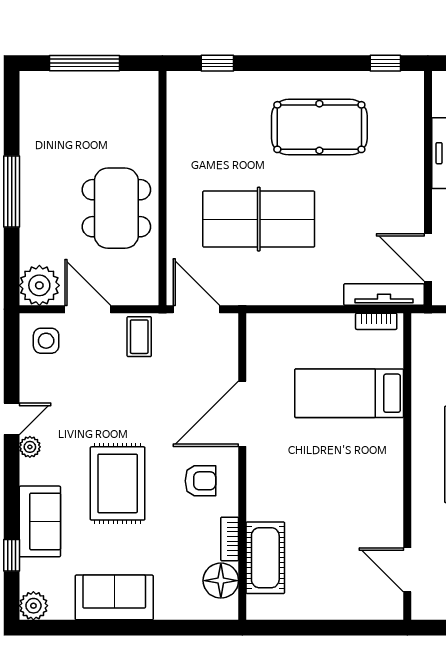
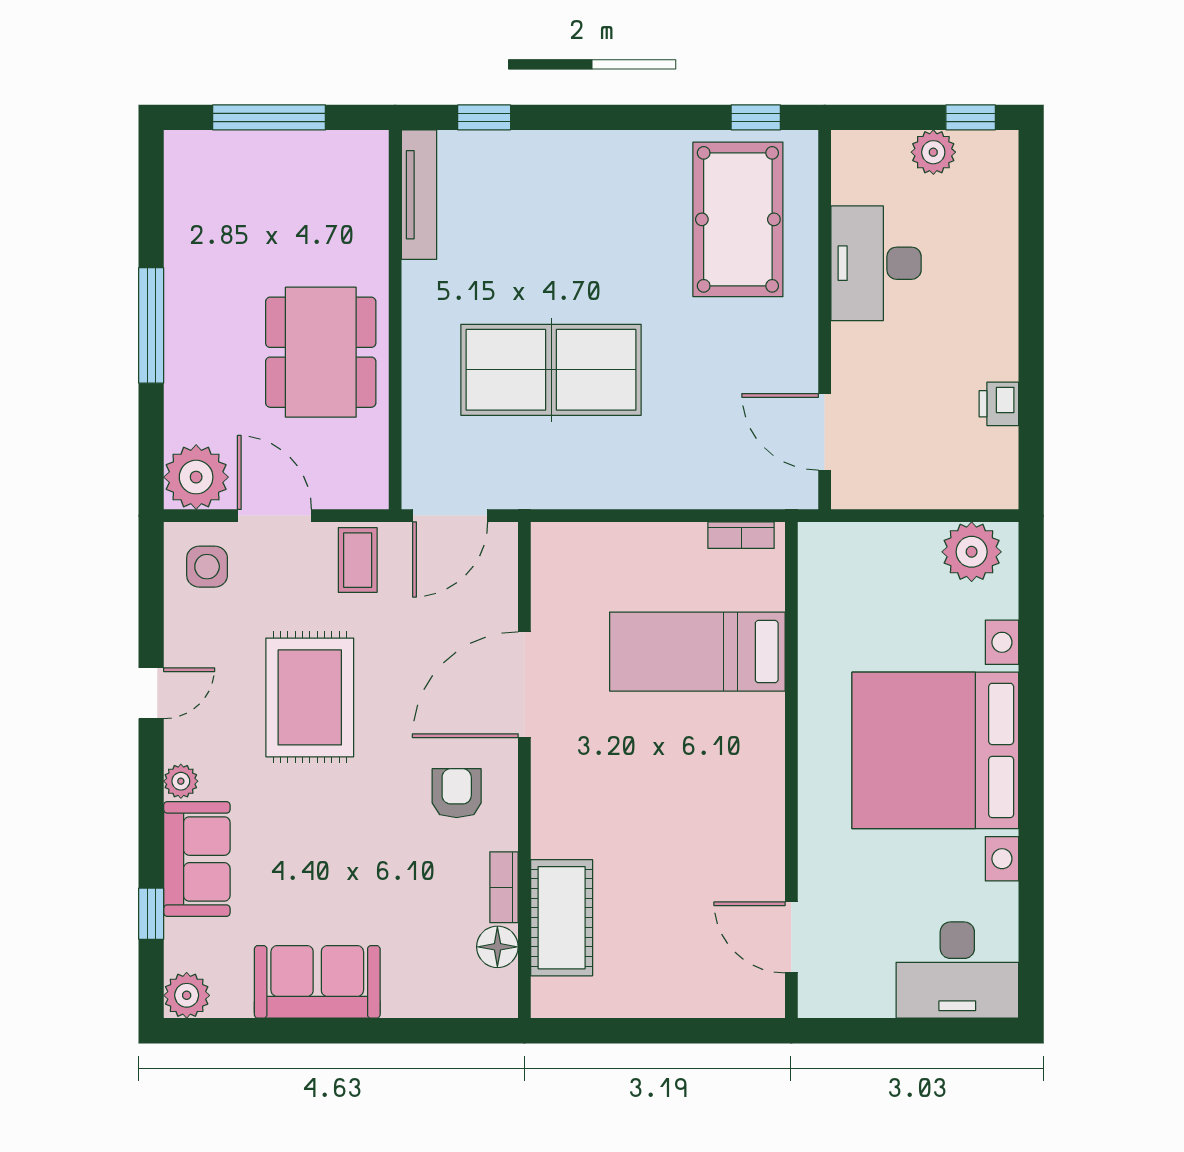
pool table: (319, 127) -> (738, 219), moved, turned 90
tv unit: (384, 295) -> (419, 195), moved, turned 90
door: (196, 309) -> (450, 516), swing flipped
plant: (30, 447) -> (181, 781), moved
armchair: (200, 481) -> (457, 793), turned -90
rug: (118, 483) -> (310, 697), moved
floor lamp: (221, 581) -> (497, 947), width x0.73, depth x0.73

